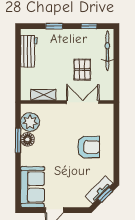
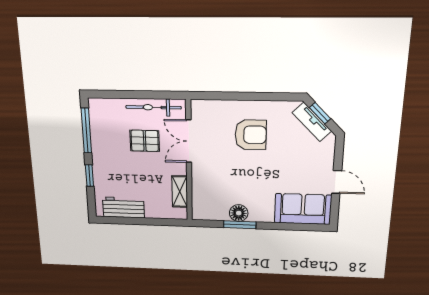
window: (89, 26) -> (86, 131), width x2.17
bicycle: (107, 51) -> (153, 107), moved
plant: (30, 122) -> (216, 209), removed
armchair: (89, 147) -> (251, 135), turned 90

